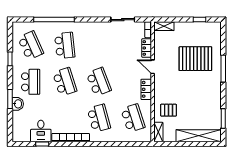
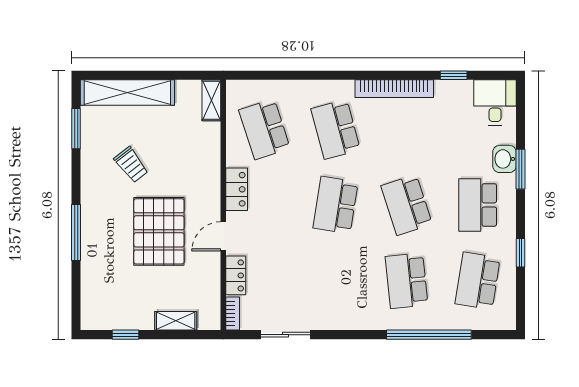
shelving: (164, 26) -> (176, 321), moved
school desk: (31, 45) -> (478, 281), turned 33
pallet: (195, 59) -> (159, 231), moved, turned 90
door: (153, 67) -> (223, 236), swing flipped
school desk: (99, 82) -> (336, 205), turned 30
trolley: (197, 101) -> (131, 165), added
pallet: (169, 110) -> (190, 146), removed
desk: (41, 131) -> (495, 102), moved

